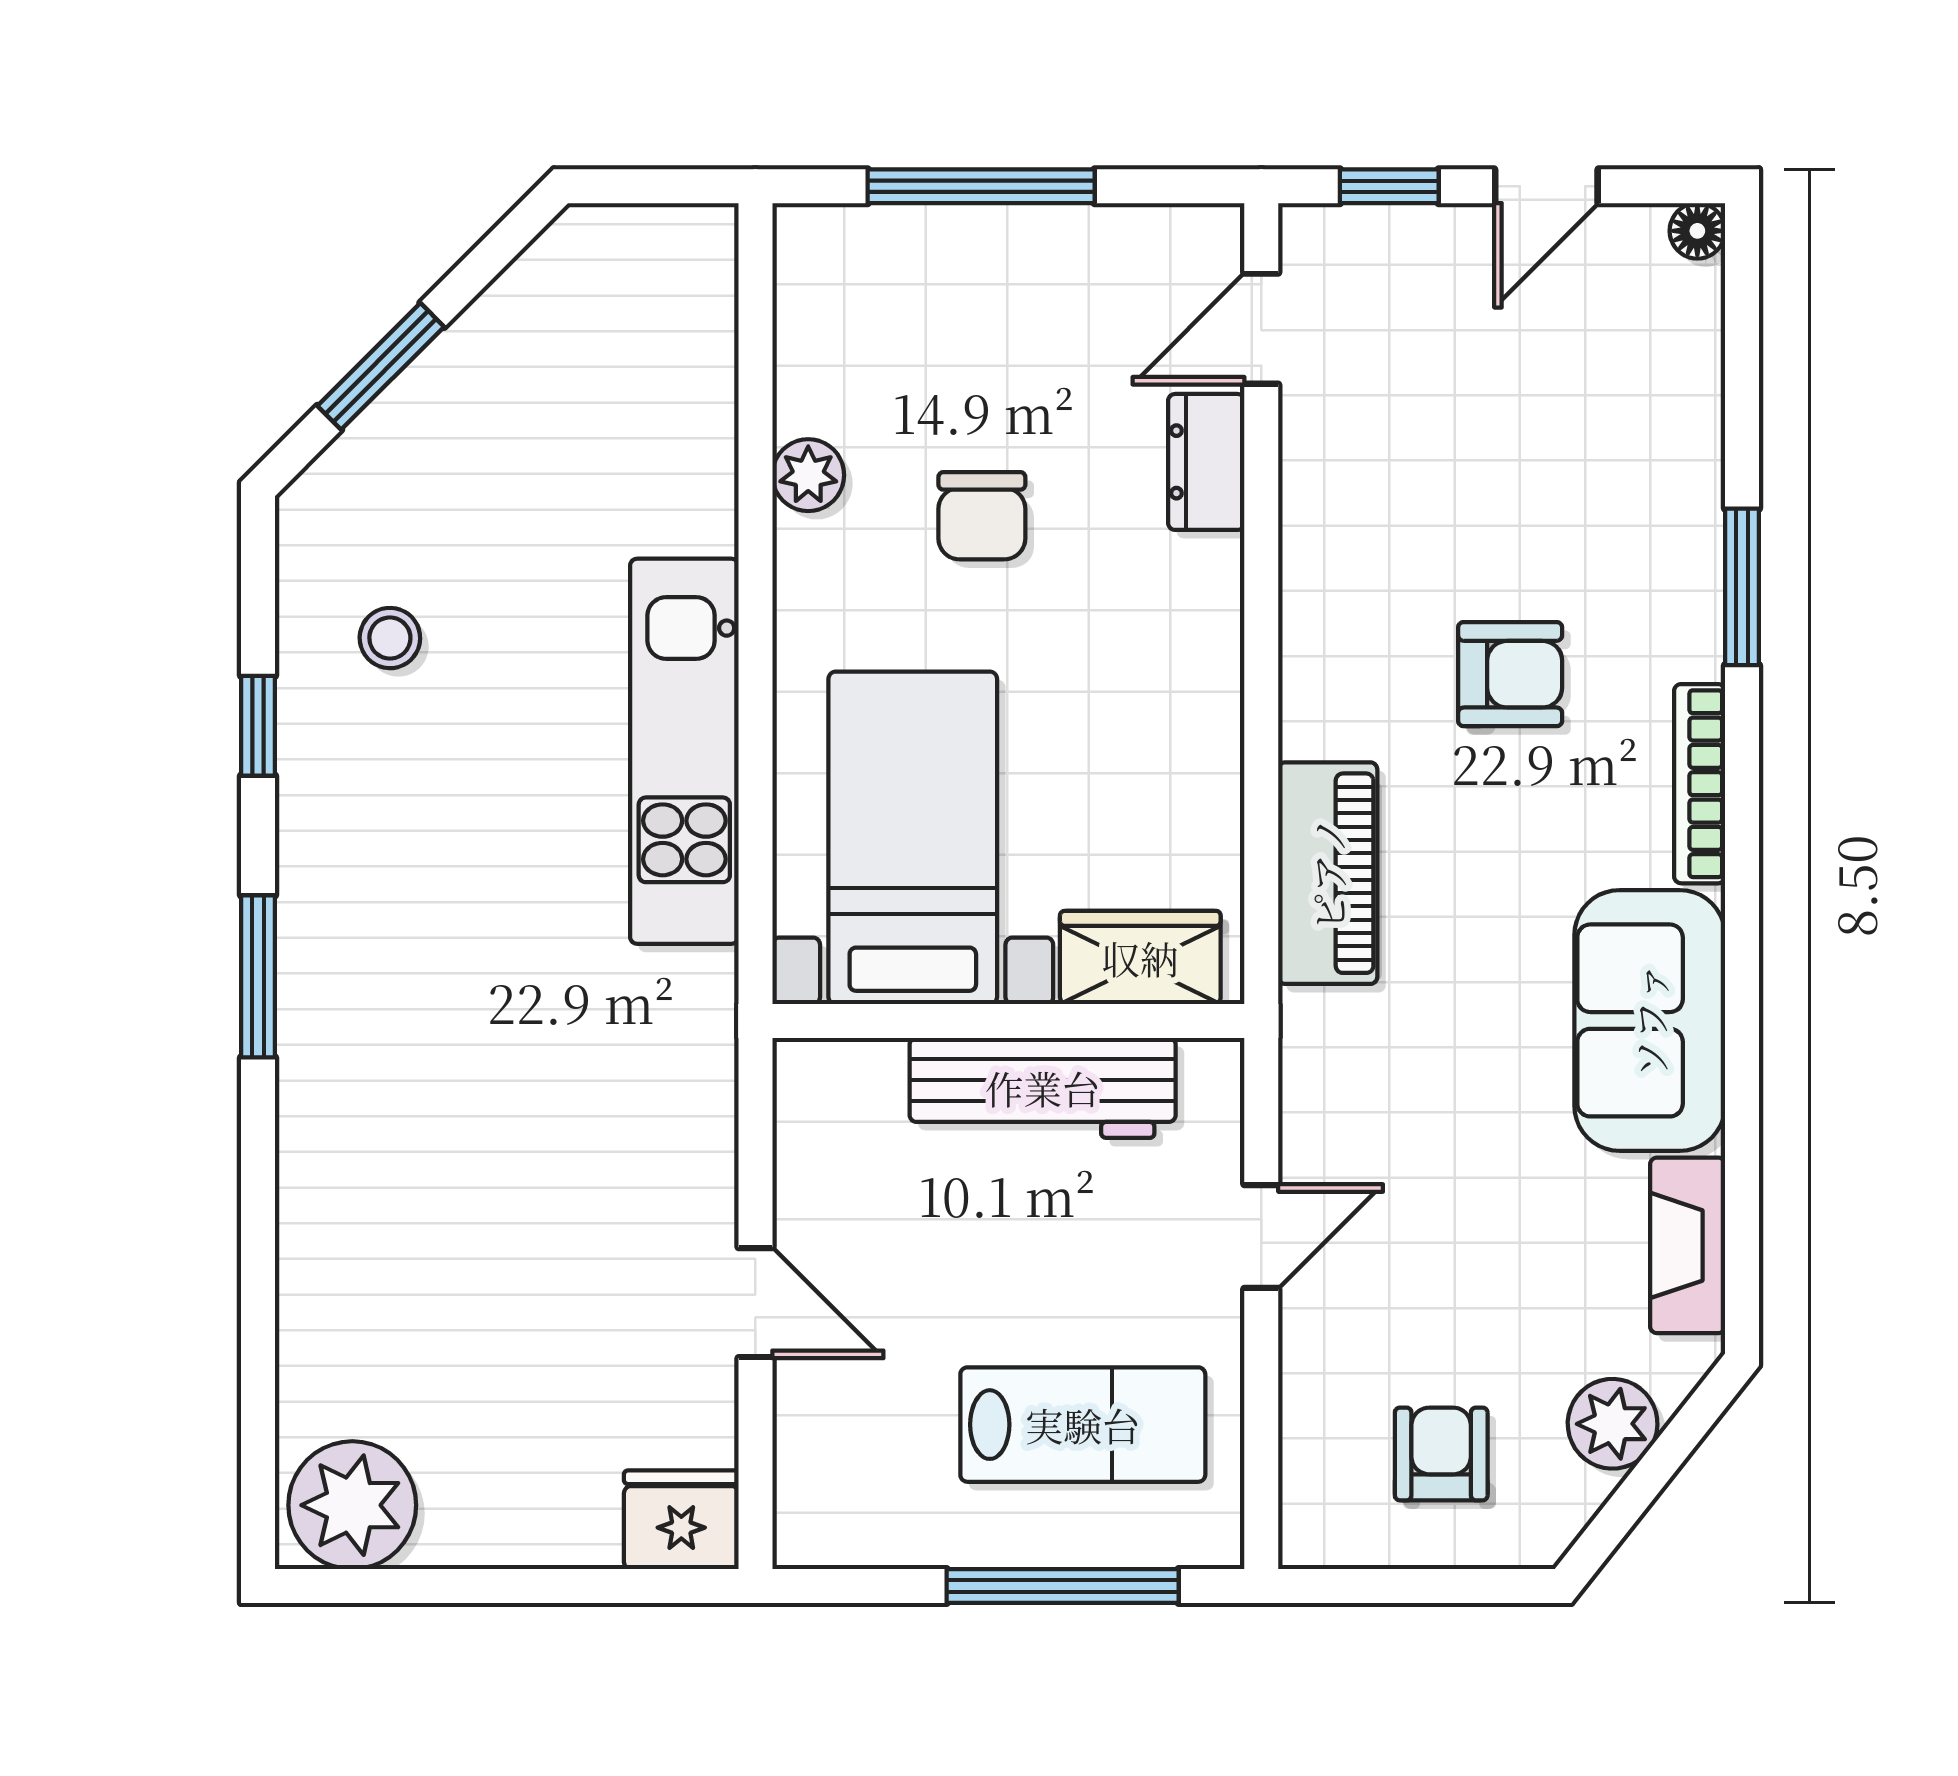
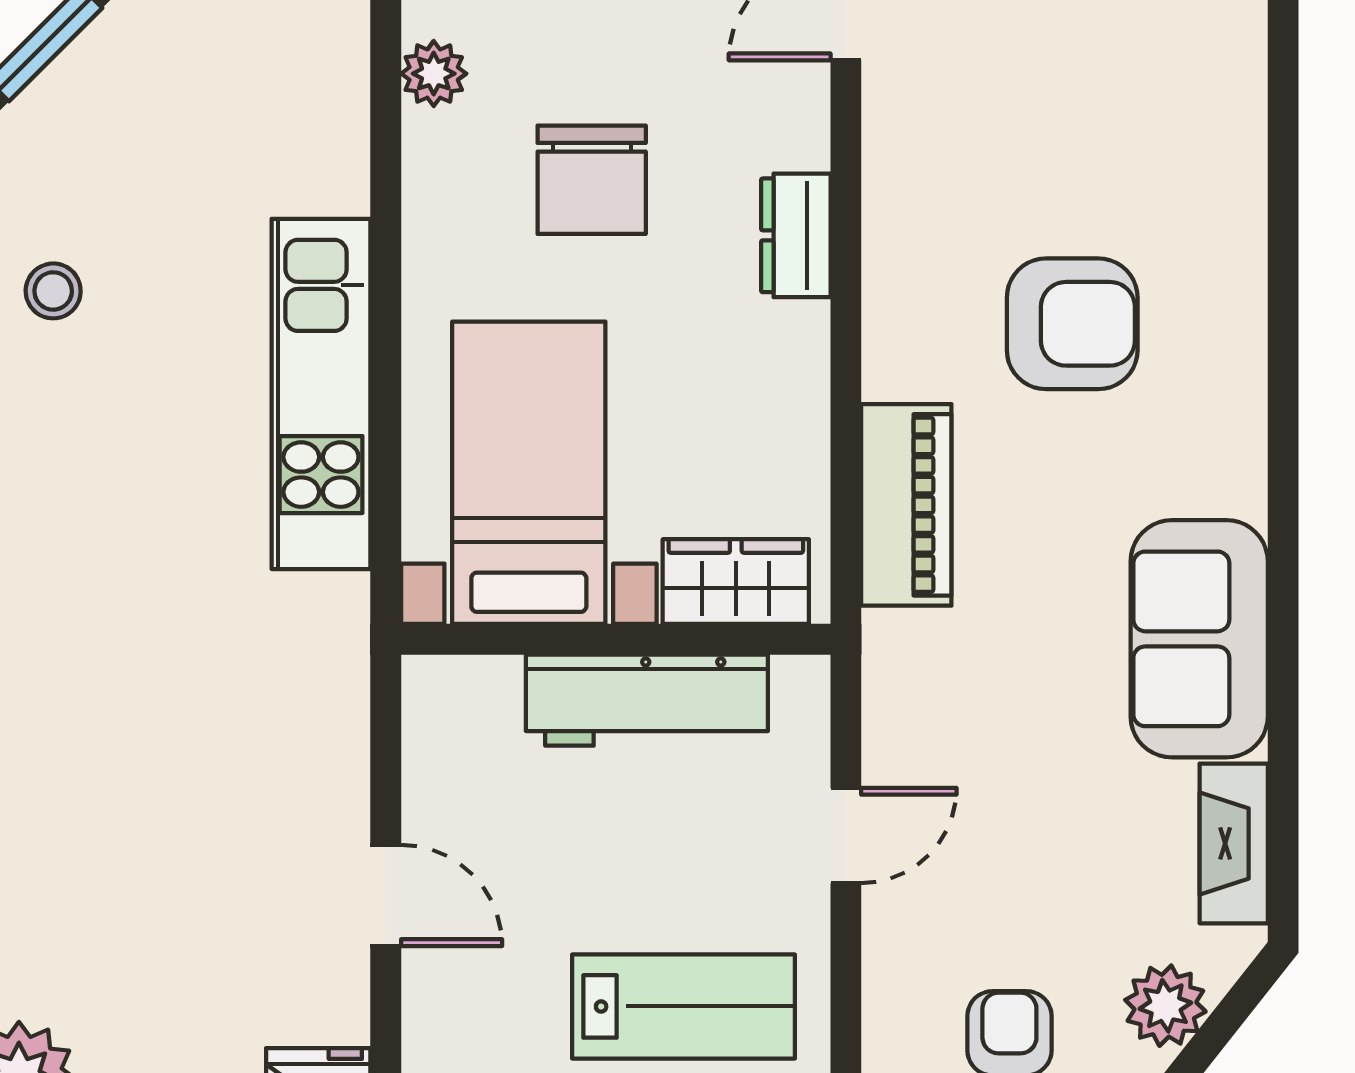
dresser: (1206, 462) -> (796, 235), moved
plant: (808, 475) -> (434, 74), moved
chair: (982, 516) -> (592, 180), width x1.37, depth x1.37
window: (1742, 587) -> (1283, 244), removed
armchair: (1510, 674) -> (1072, 324), width x1.38, depth x1.38
bookcase: (1700, 784) -> (1245, 423), removed

